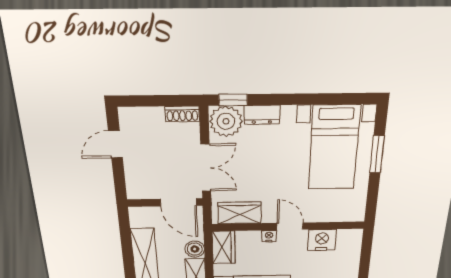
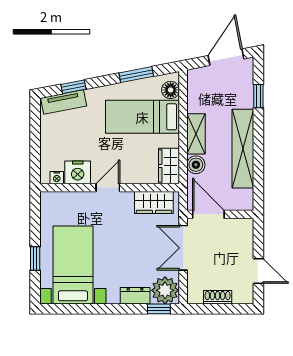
shoe rack: (182, 114) -> (218, 297), moved
door: (115, 144) -> (258, 271), hinge flipped
window: (377, 154) -> (35, 259), width x0.67
door: (290, 226) -> (108, 188), swing flipped
nightstand: (269, 236) -> (57, 178), moved

